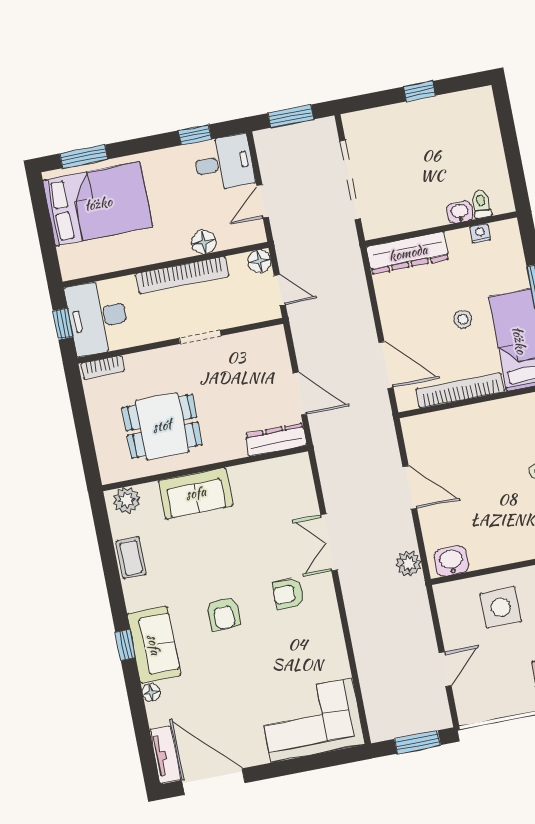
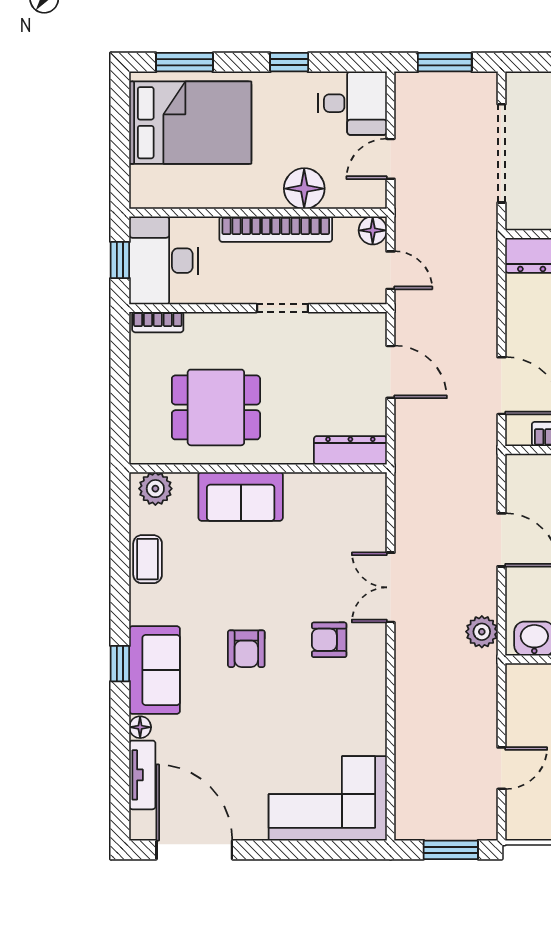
window: (195, 135) -> (289, 62), moved
floor lamp: (204, 242) -> (304, 189), width x1.38, depth x1.38
door: (300, 394) -> (391, 372), moved
tv unit: (165, 755) -> (142, 775), moved

